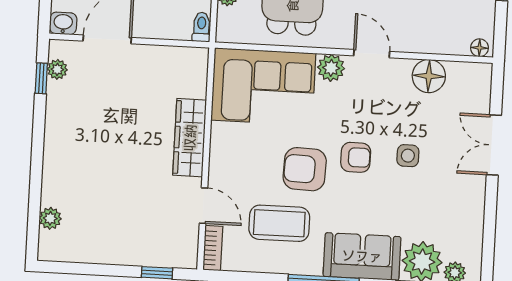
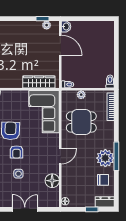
plant: (331, 68) -> (53, 140), removed
wardrobe: (190, 138) -> (39, 82), moved

